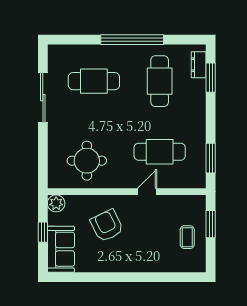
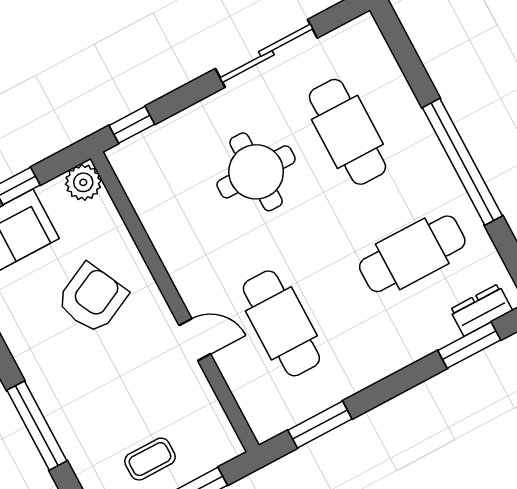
round table: (87, 161) -> (256, 172), moved
window: (43, 170) -> (132, 125), added
window: (148, 277) -> (37, 426), added

